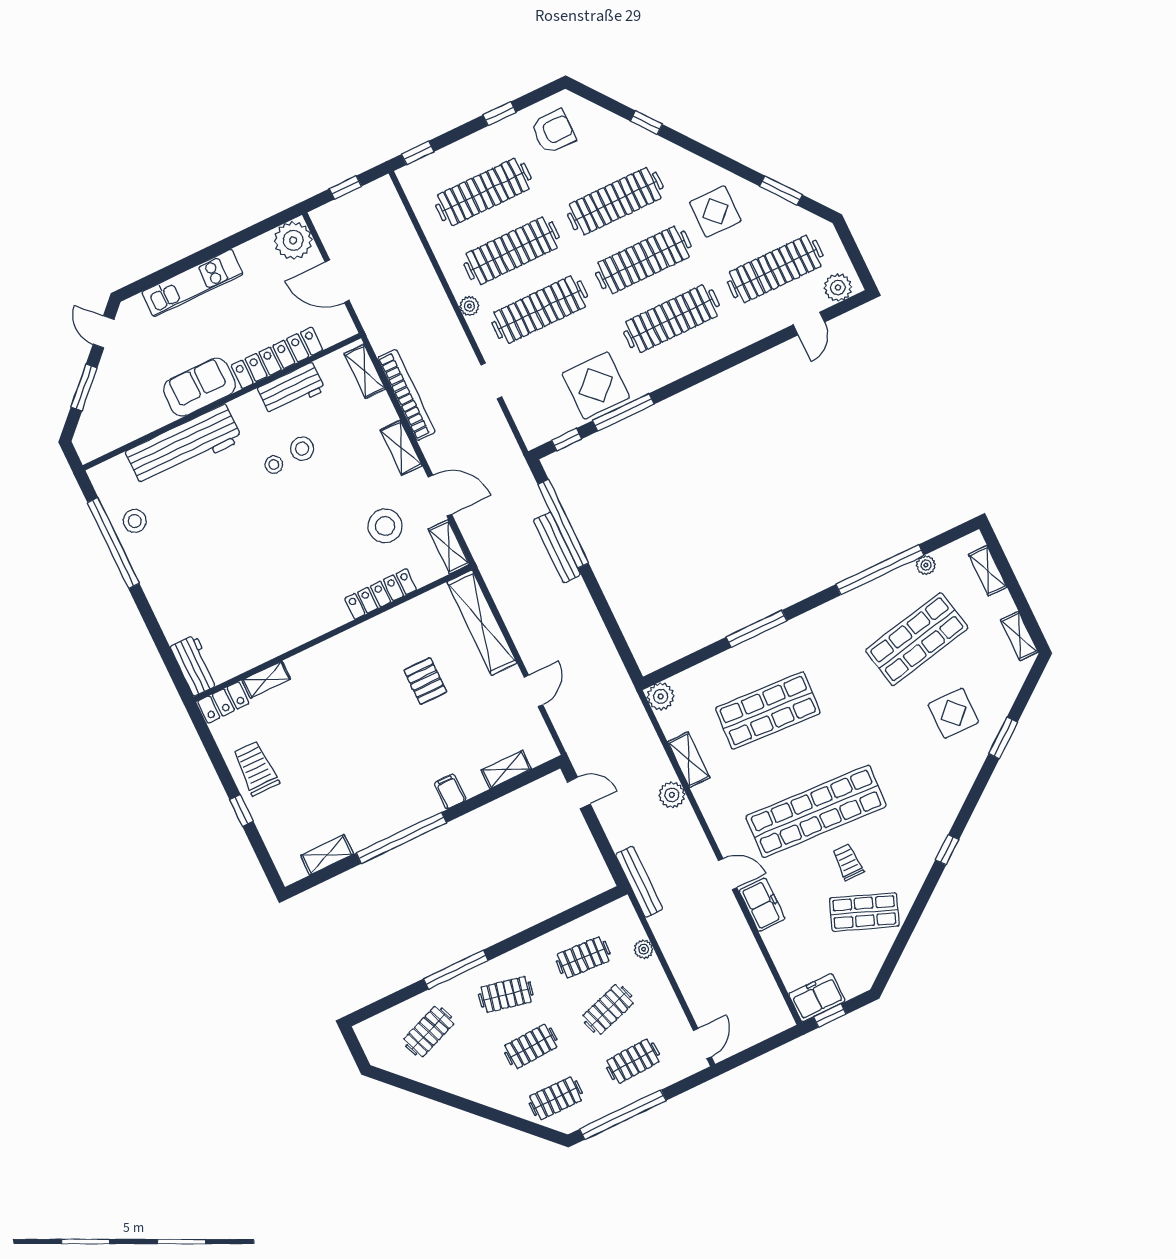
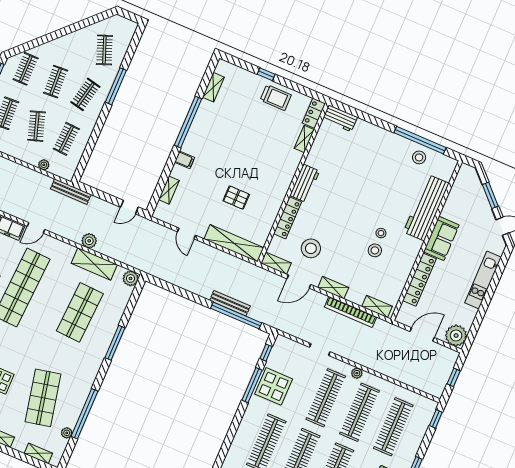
workbench: (291, 389) -> (305, 183), moved, turned 180
shelving: (689, 760) -> (94, 264), width x1.50, depth x1.33

